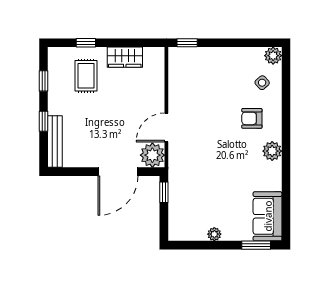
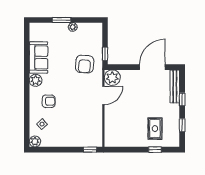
wardrobe: (125, 57) -> (130, 140), removed
door: (118, 172) -> (152, 67), moved
armchair: (196, 176) -> (85, 64), added
sofa: (268, 216) -> (39, 57), moved
window: (256, 245) -> (62, 20), moved

